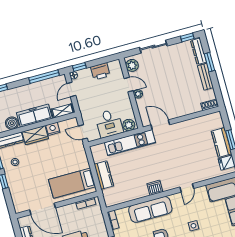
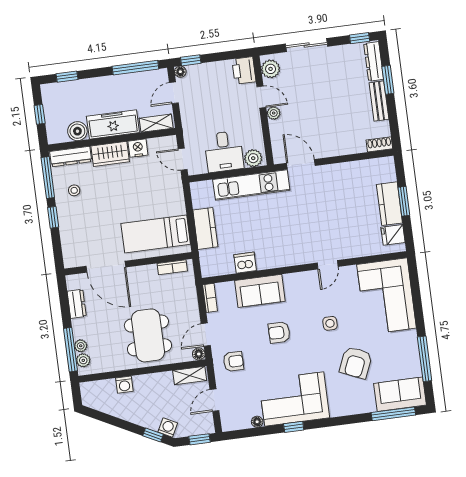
printer: (100, 71) -> (244, 70), moved, turned 90
dishwasher: (155, 188) -> (245, 263), moved
sofa: (150, 209) -> (260, 291), width x0.73

